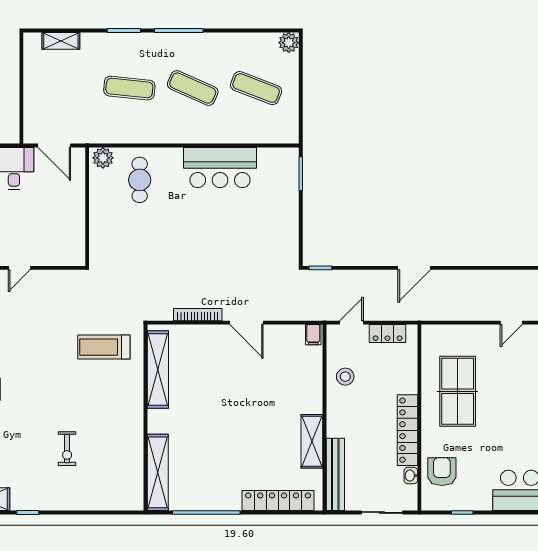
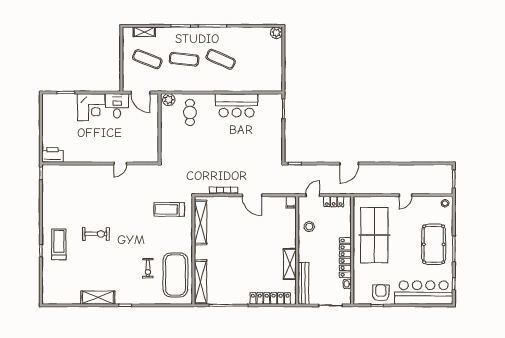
exercise mat: (256, 88) -> (147, 59), moved
table tennis table: (458, 391) -> (374, 235), width x1.36, depth x1.32
exercise mat: (115, 460) -> (175, 275), added
armchair: (442, 472) -> (381, 293), moved

